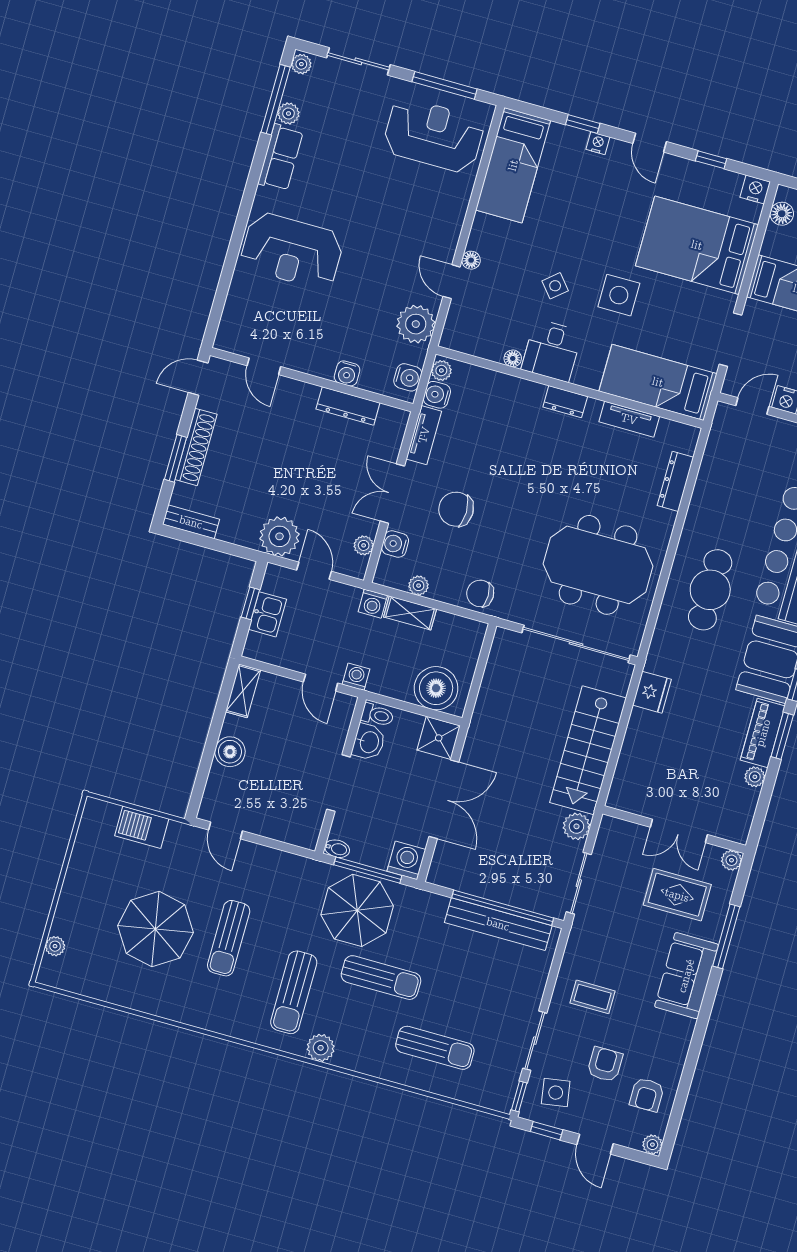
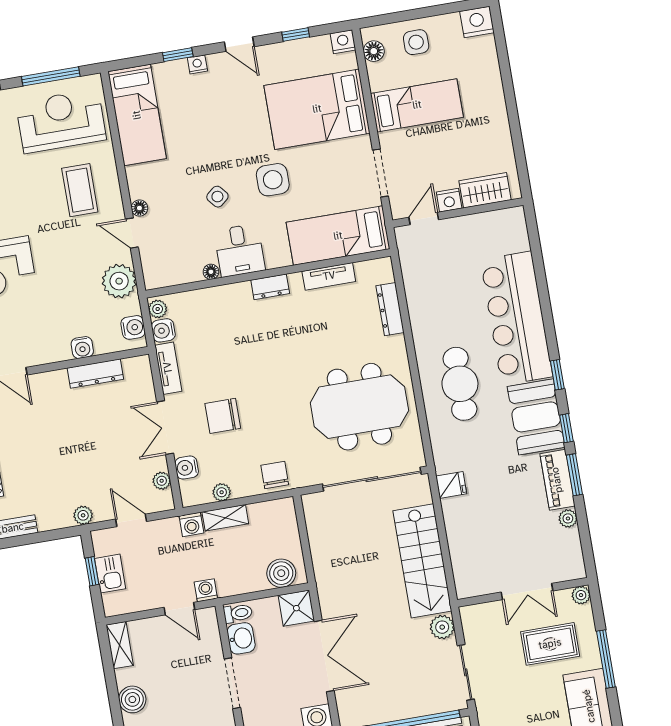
coffee table: (419, 214) -> (80, 190), added
plant: (279, 536) -> (83, 515), width x0.53, depth x0.53
chair: (480, 593) -> (275, 475), turned 90
boiler: (436, 688) -> (281, 573), width x0.73, depth x0.73
fridge: (652, 692) -> (451, 485), width x0.72

